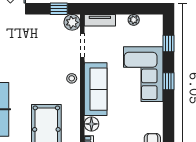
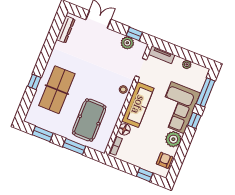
plant: (72, 22) -> (127, 43), moved
window: (168, 44) -> (206, 92), width x2.17
plant: (153, 113) -> (173, 139), added

